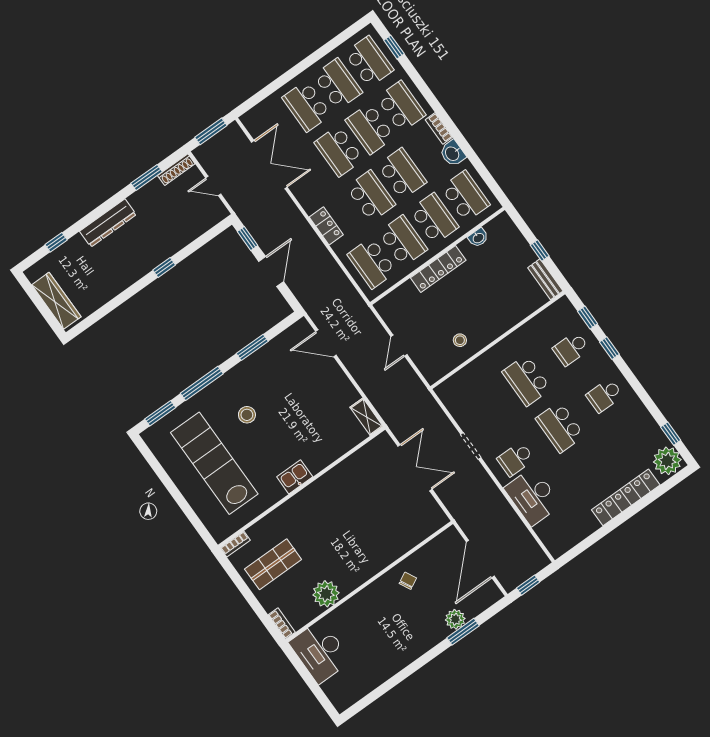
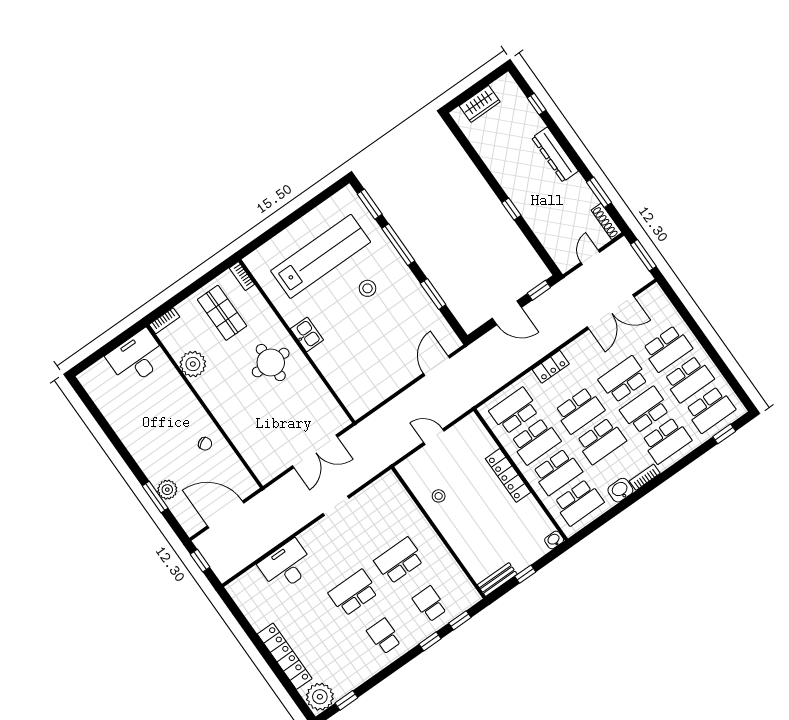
school desk: (307, 106) -> (667, 349), turned 180
washbasin: (478, 238) -> (554, 540), moved, turned 90
wardrobe: (56, 301) -> (480, 104), width x0.67
shelving: (367, 417) -> (365, 405), removed
school desk: (516, 459) -> (323, 549), removed
round table: (324, 514) -> (271, 363), added

